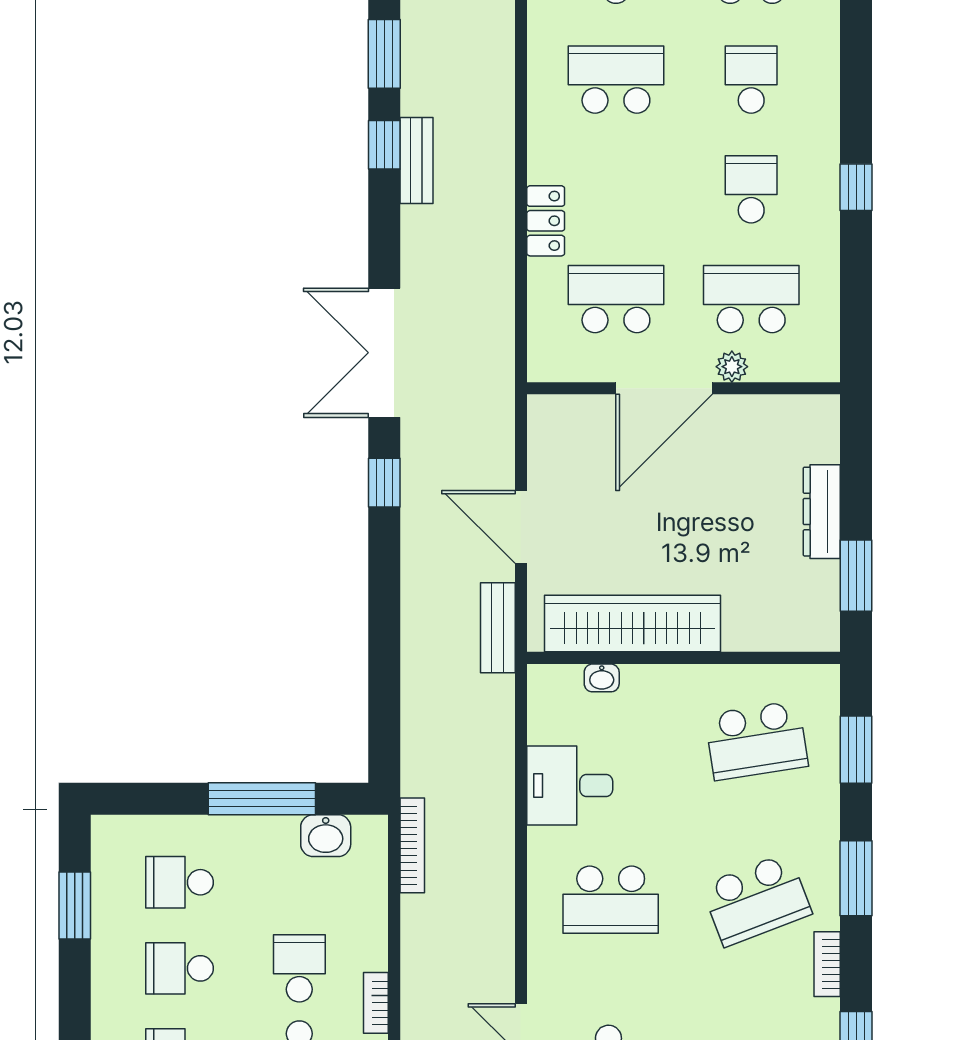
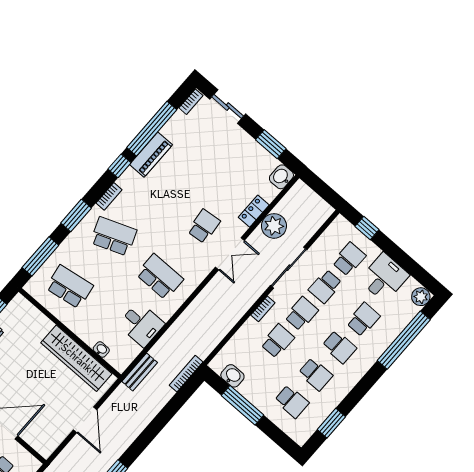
bench: (498, 628) -> (140, 372), moved
window: (856, 750) -> (40, 256), width x1.44
bookcase: (412, 845) -> (186, 374), moved
school desk: (299, 968) -> (278, 341), turned 180

